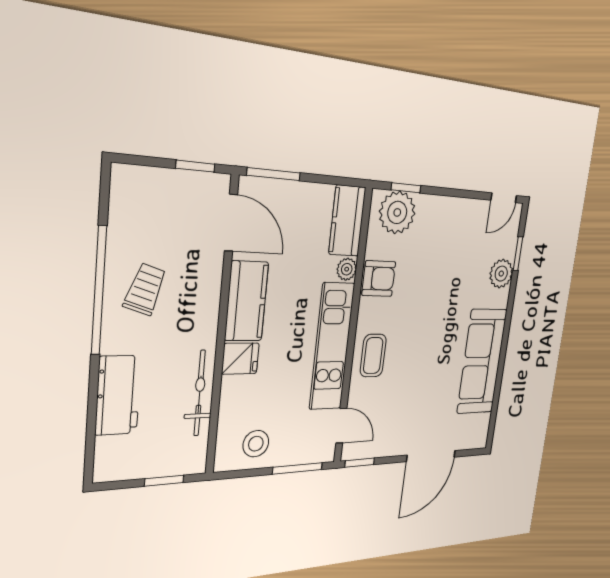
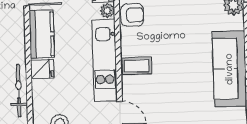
coffee table: (373, 356) -> (137, 66), turned 90

